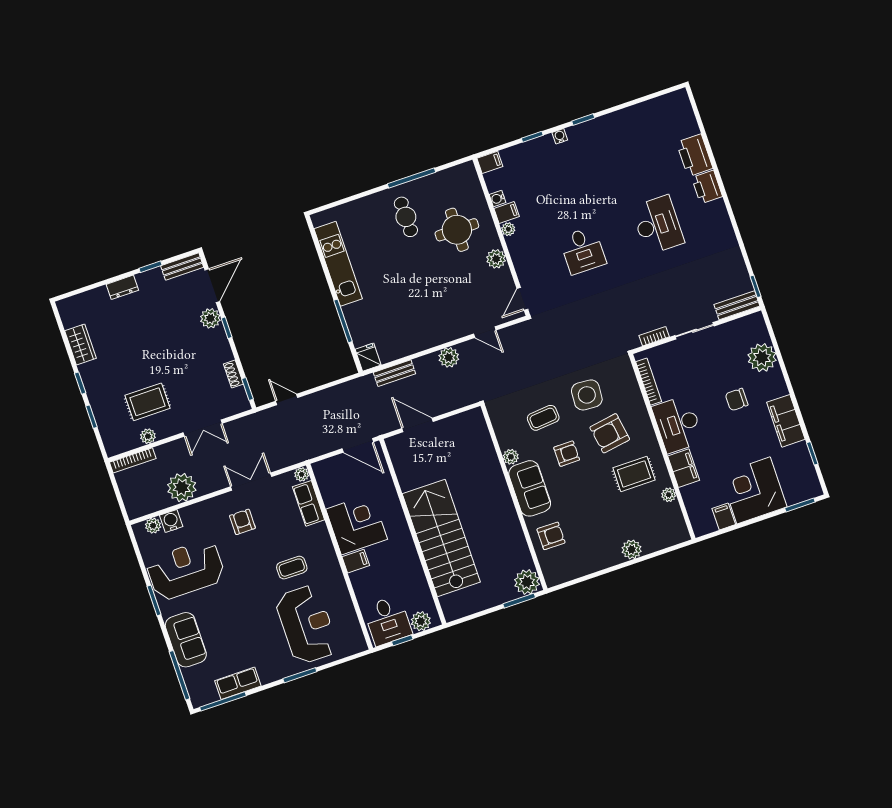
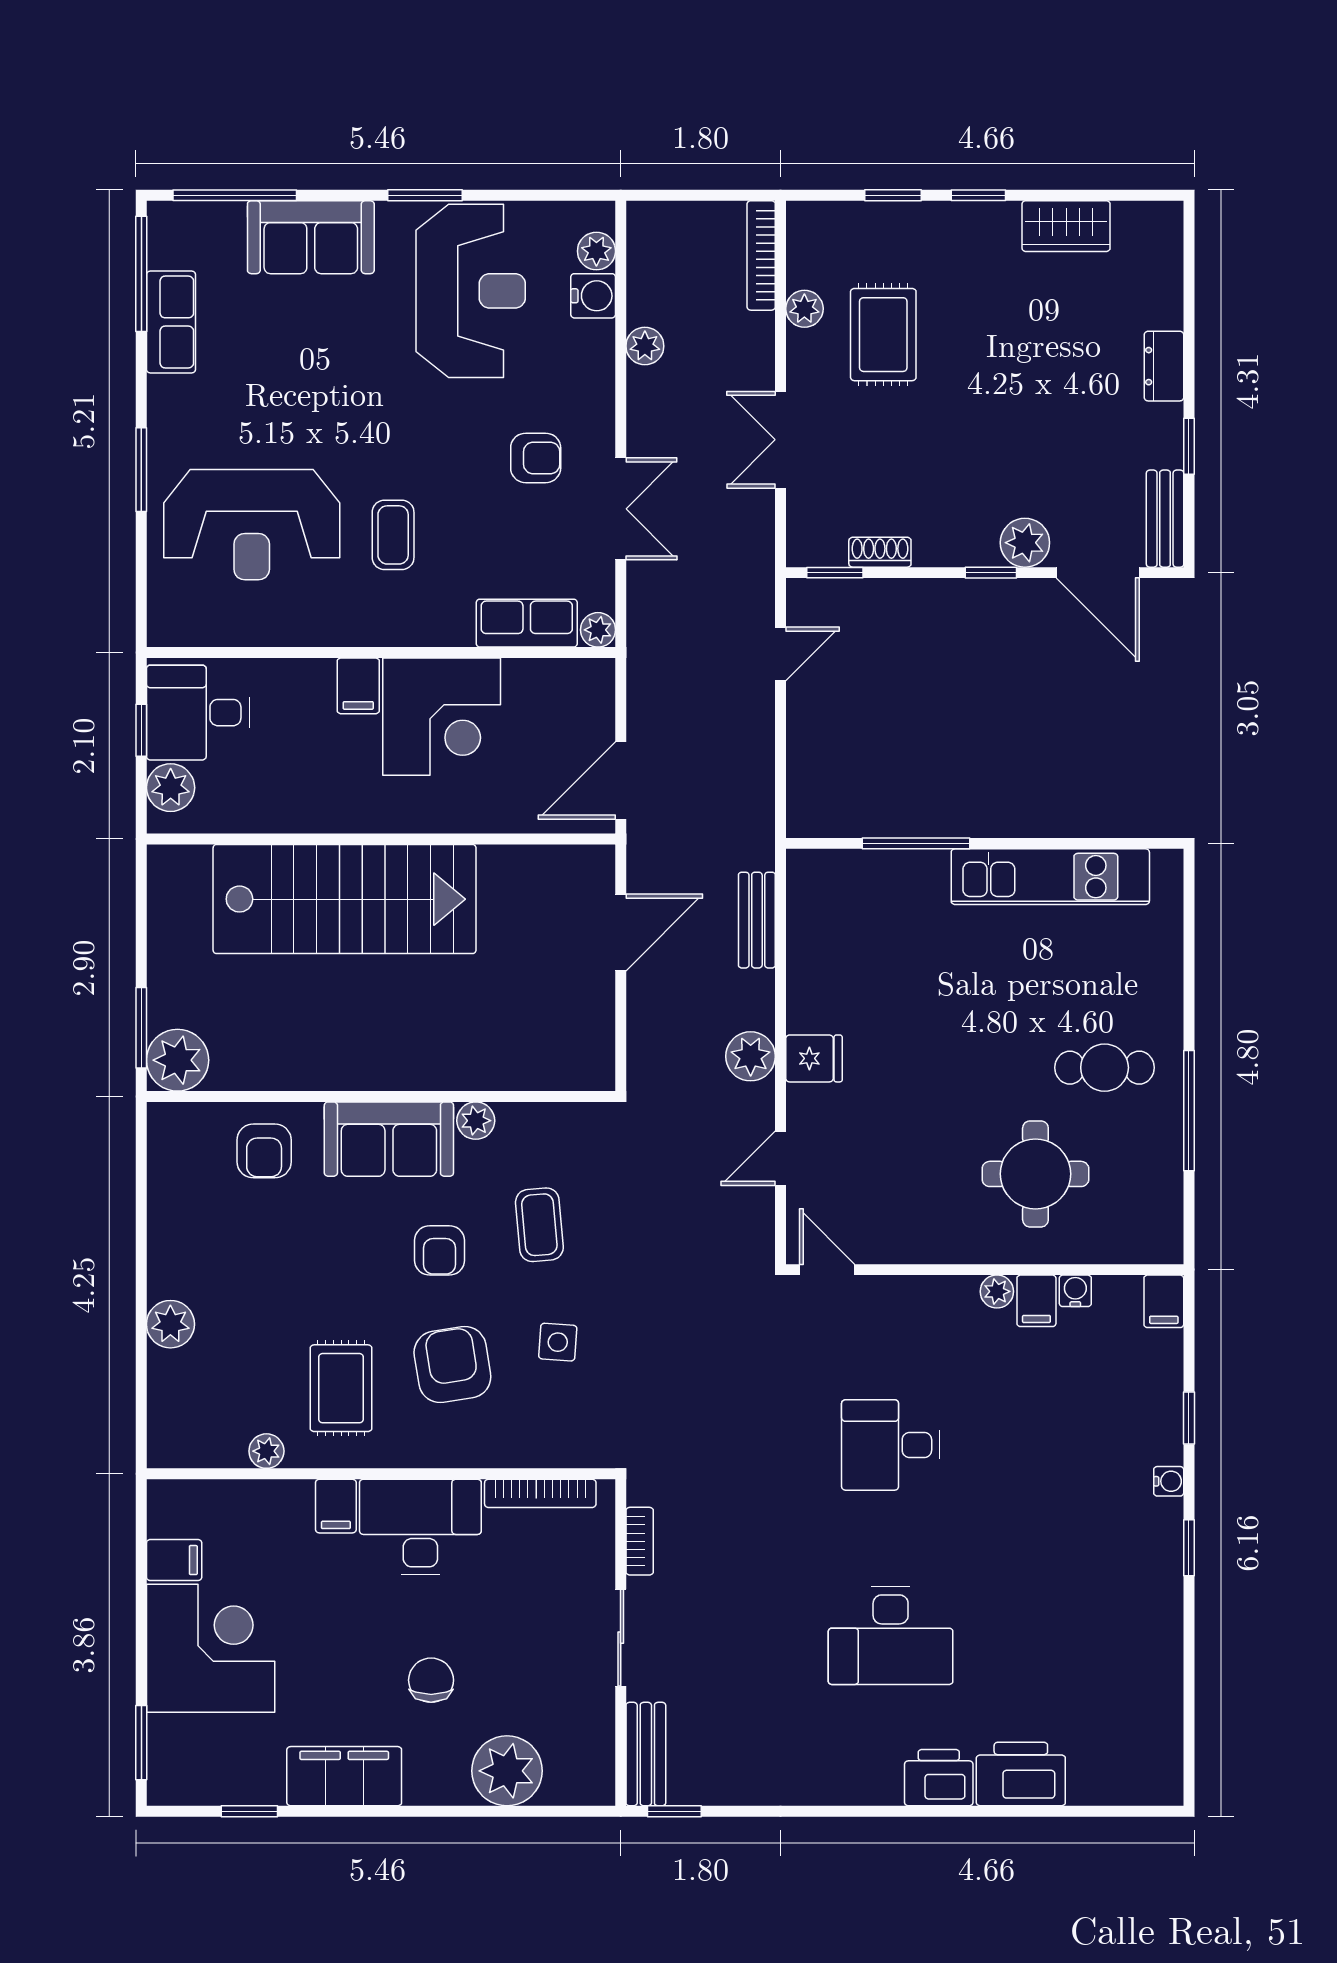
plant: (496, 259) -> (939, 1241), removed
fridge: (368, 357) -> (814, 1058), moved
side table: (587, 395) -> (558, 1342), width x0.54, depth x0.54
filing cabinet: (684, 468) -> (336, 1506), width x0.50
plant: (182, 487) -> (645, 346), width x0.53, depth x0.53

